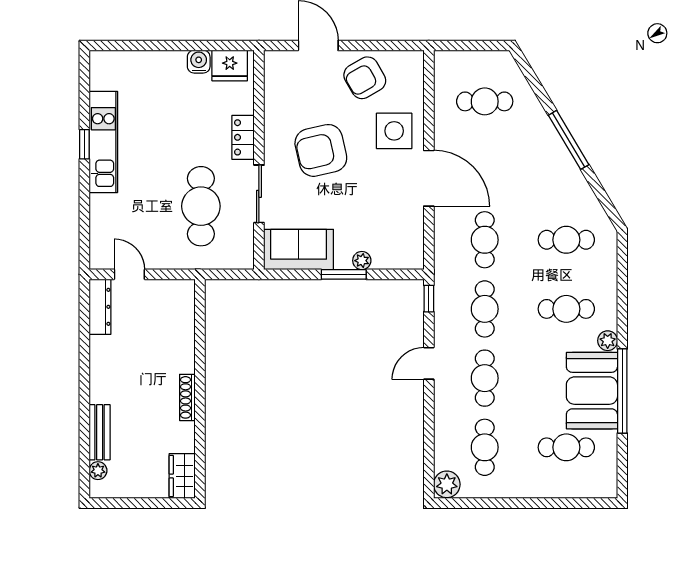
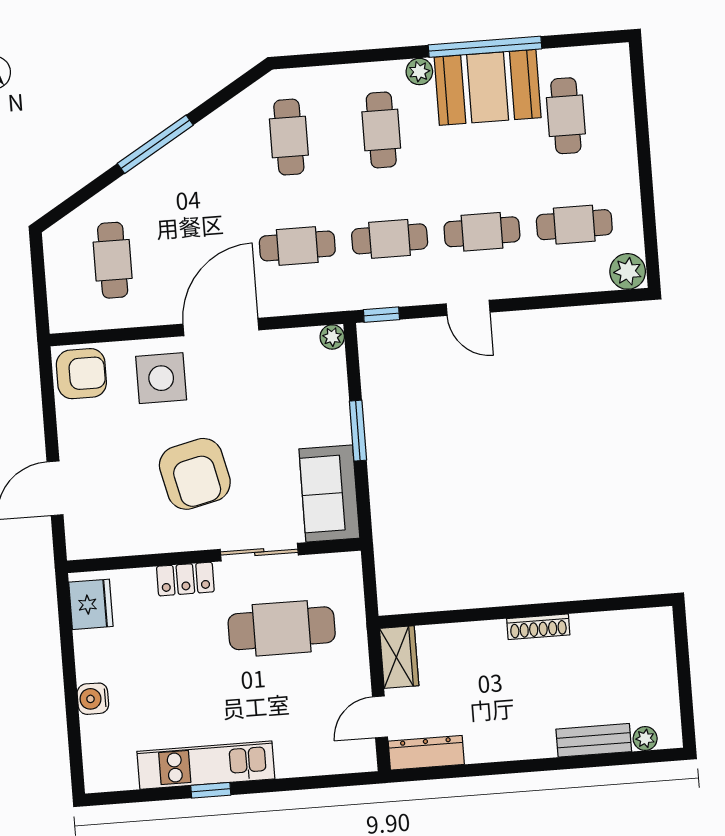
water cooler: (199, 62) -> (93, 699), moved
armchair: (365, 78) -> (81, 374), moved, turned -60
plant: (362, 261) -> (332, 337), moved
wardrobe: (182, 476) -> (399, 657), moved, turned -90

